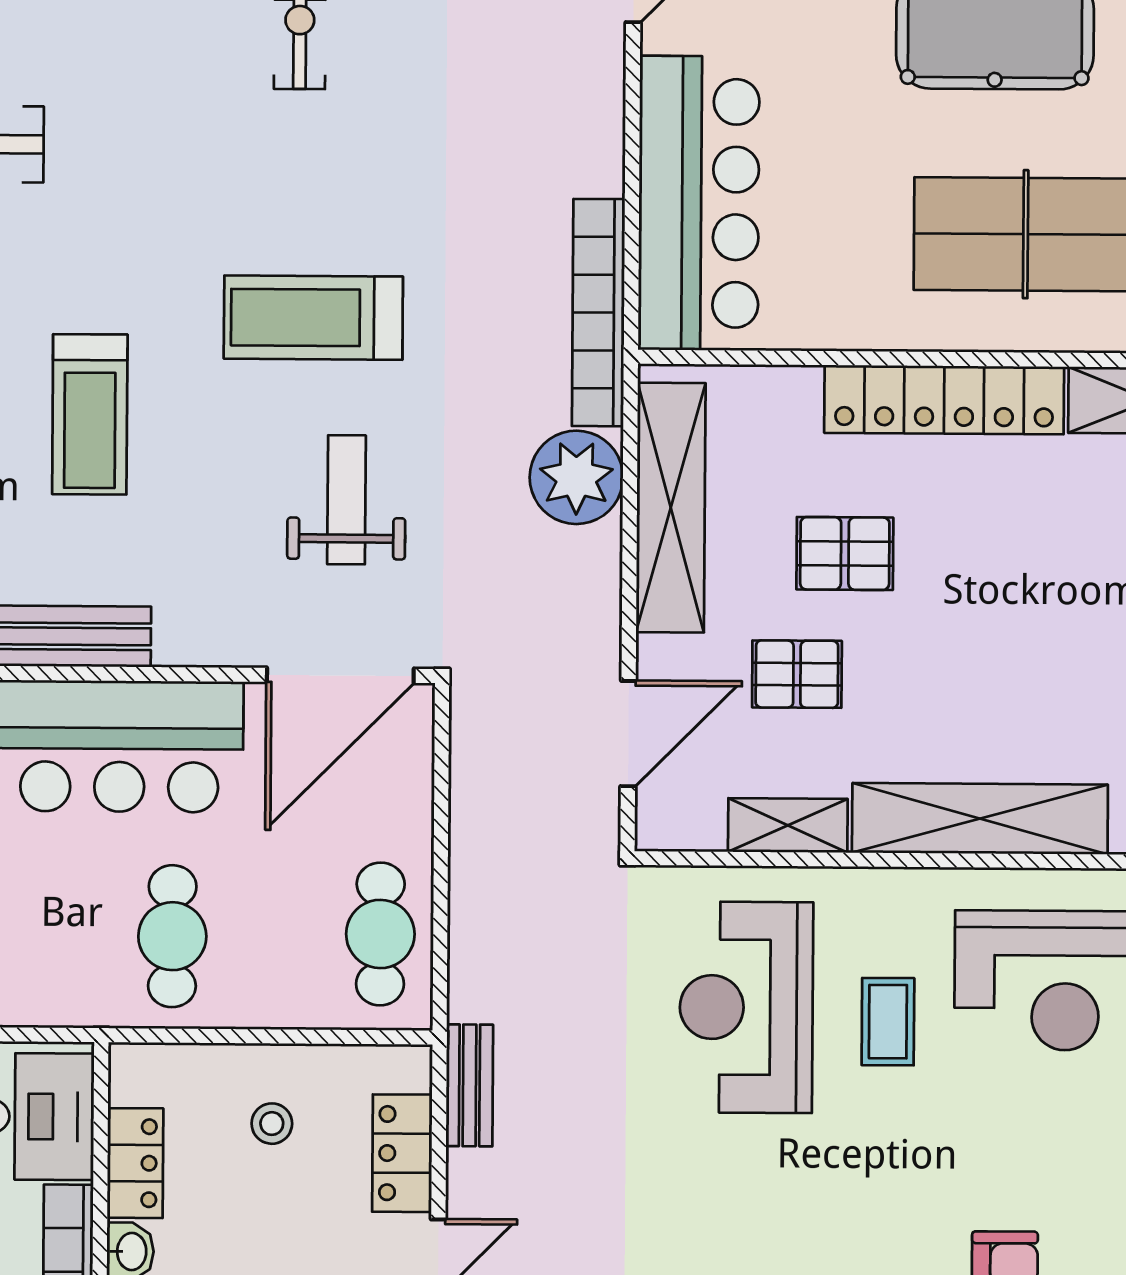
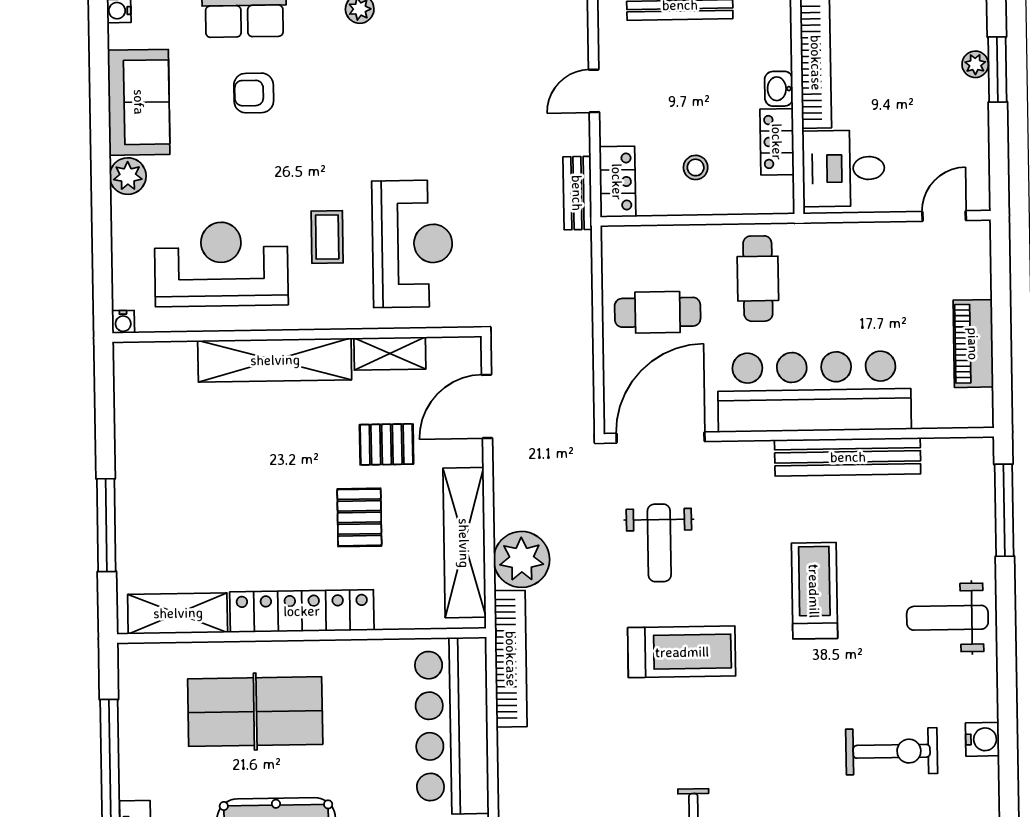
pallet: (845, 554) -> (359, 517), turned 90
cafe table: (380, 934) -> (658, 312), moved, turned 90
locker: (402, 1153) -> (617, 182), moved

